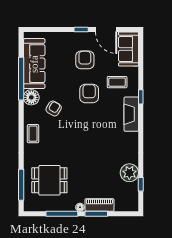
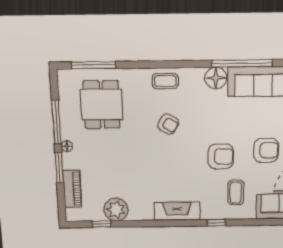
armchair: (54, 108) -> (168, 124), moved
fireplace: (131, 114) -> (177, 211), moved
piano: (99, 205) -> (72, 189), moved

